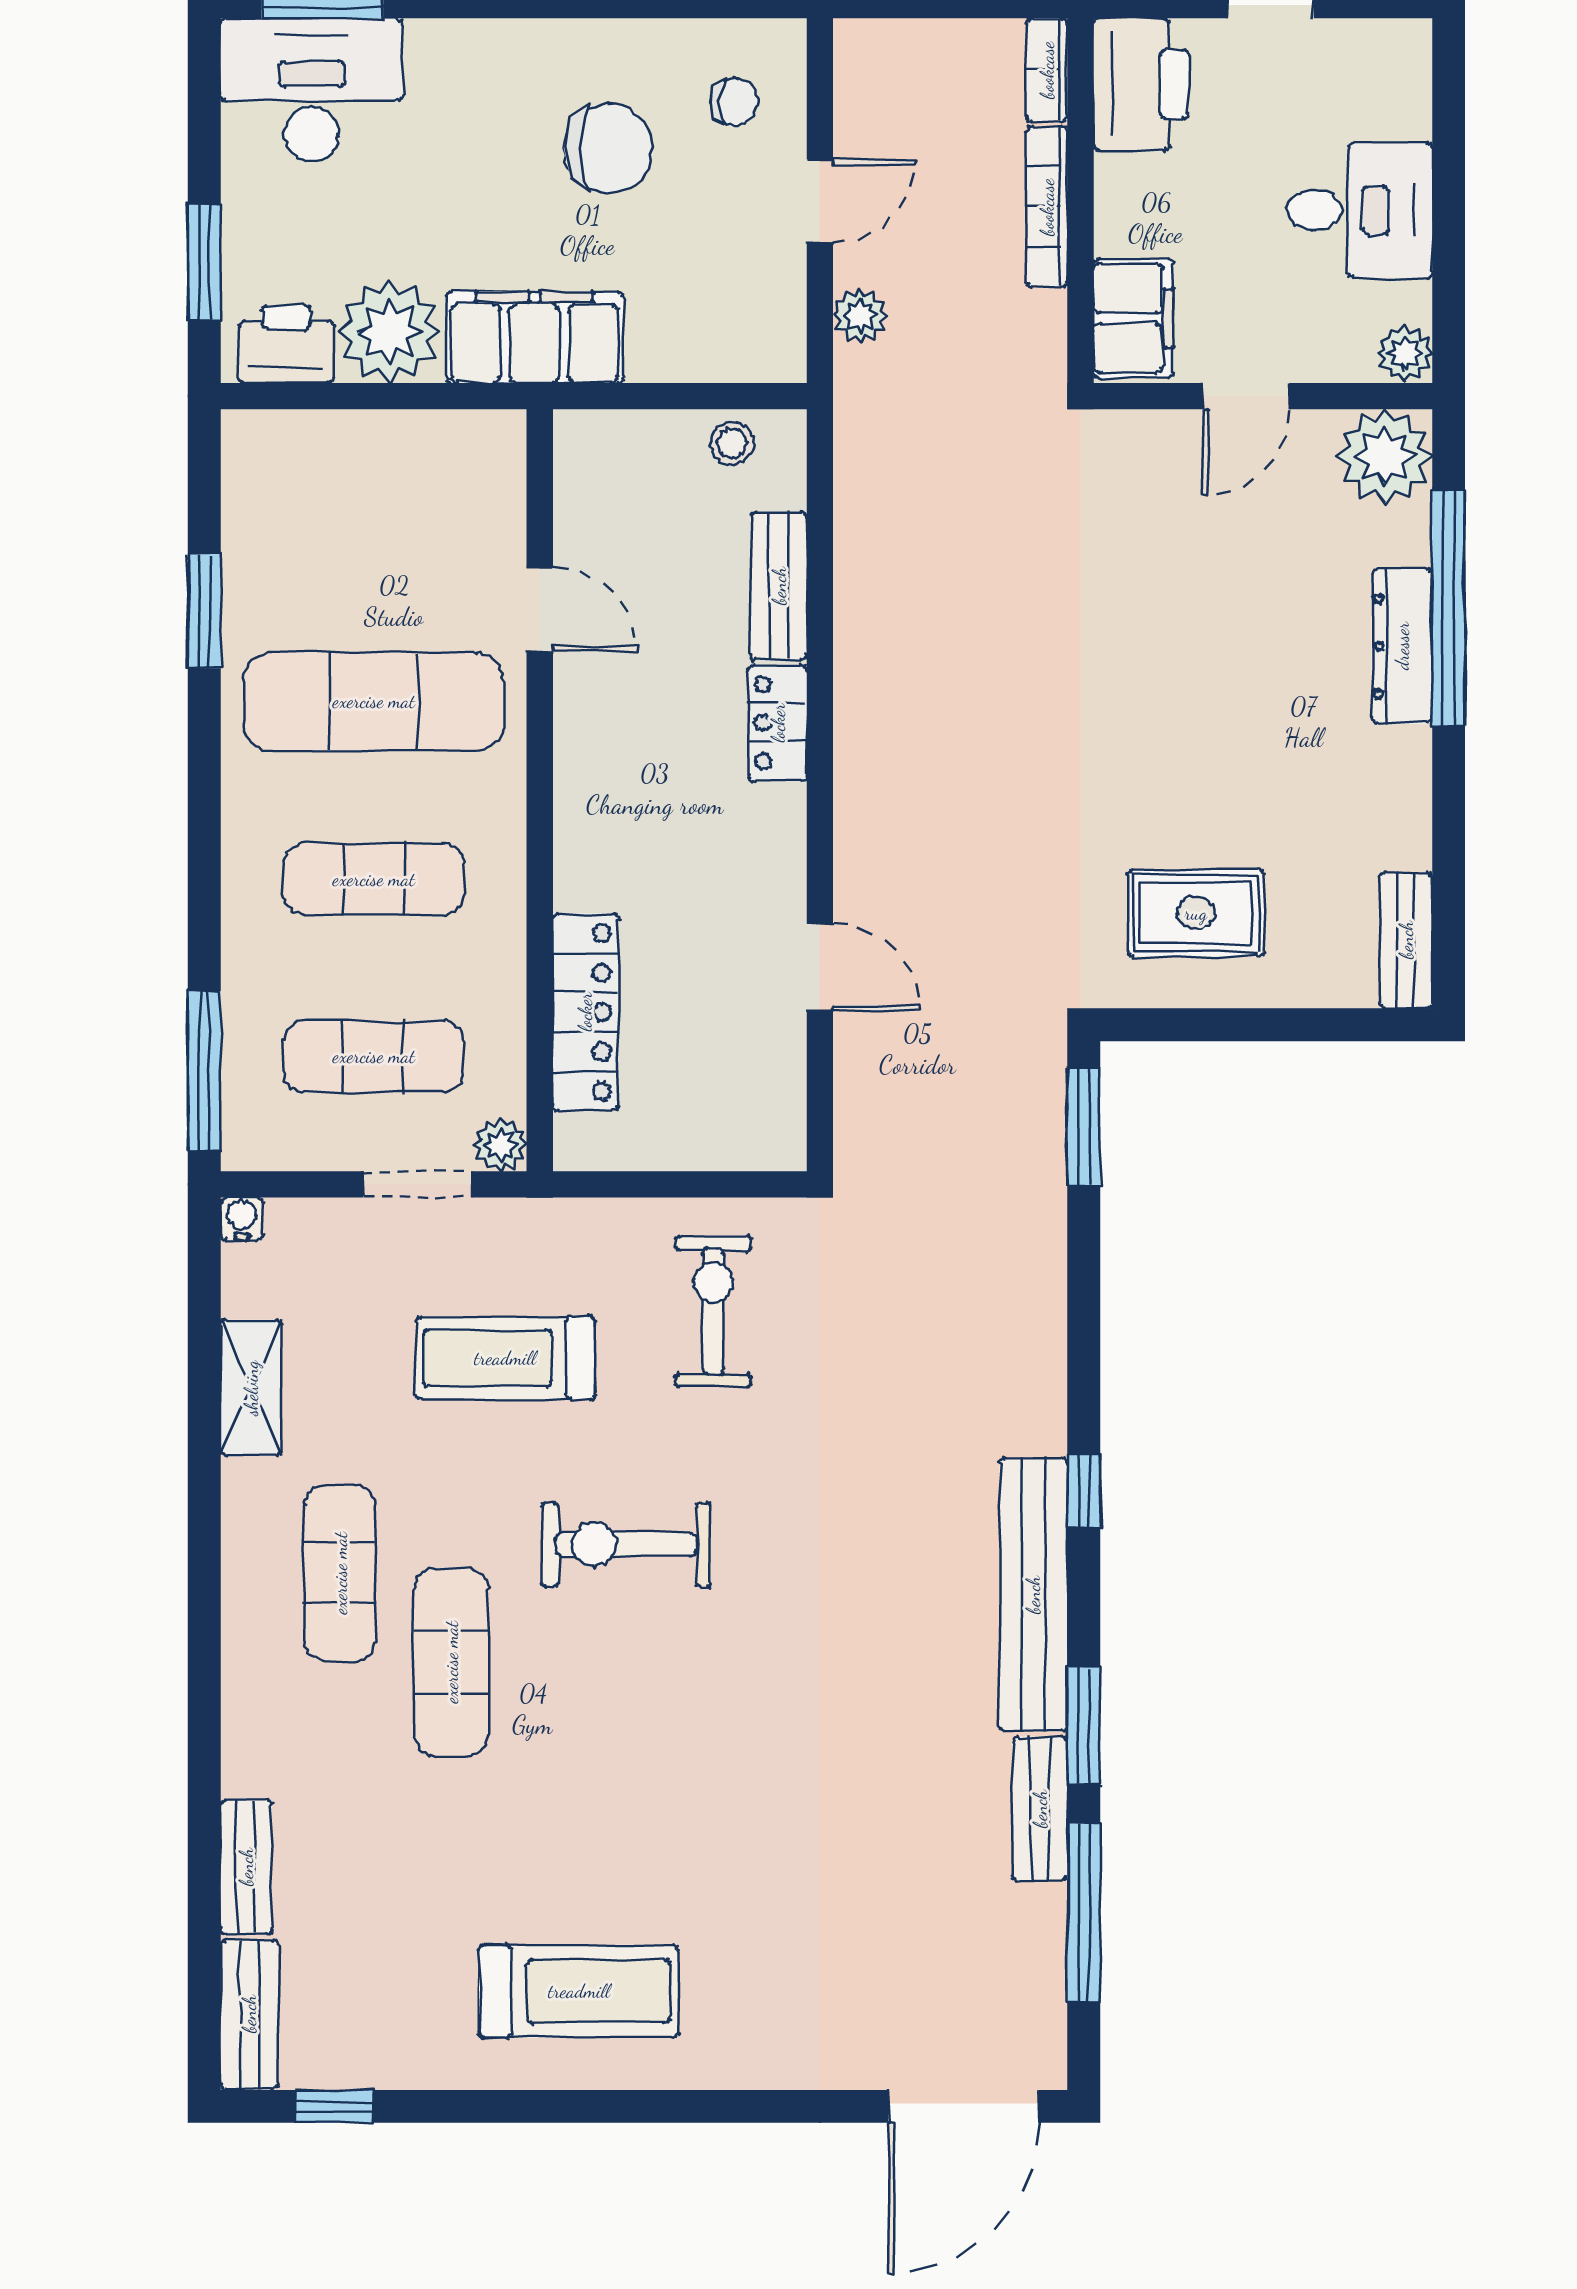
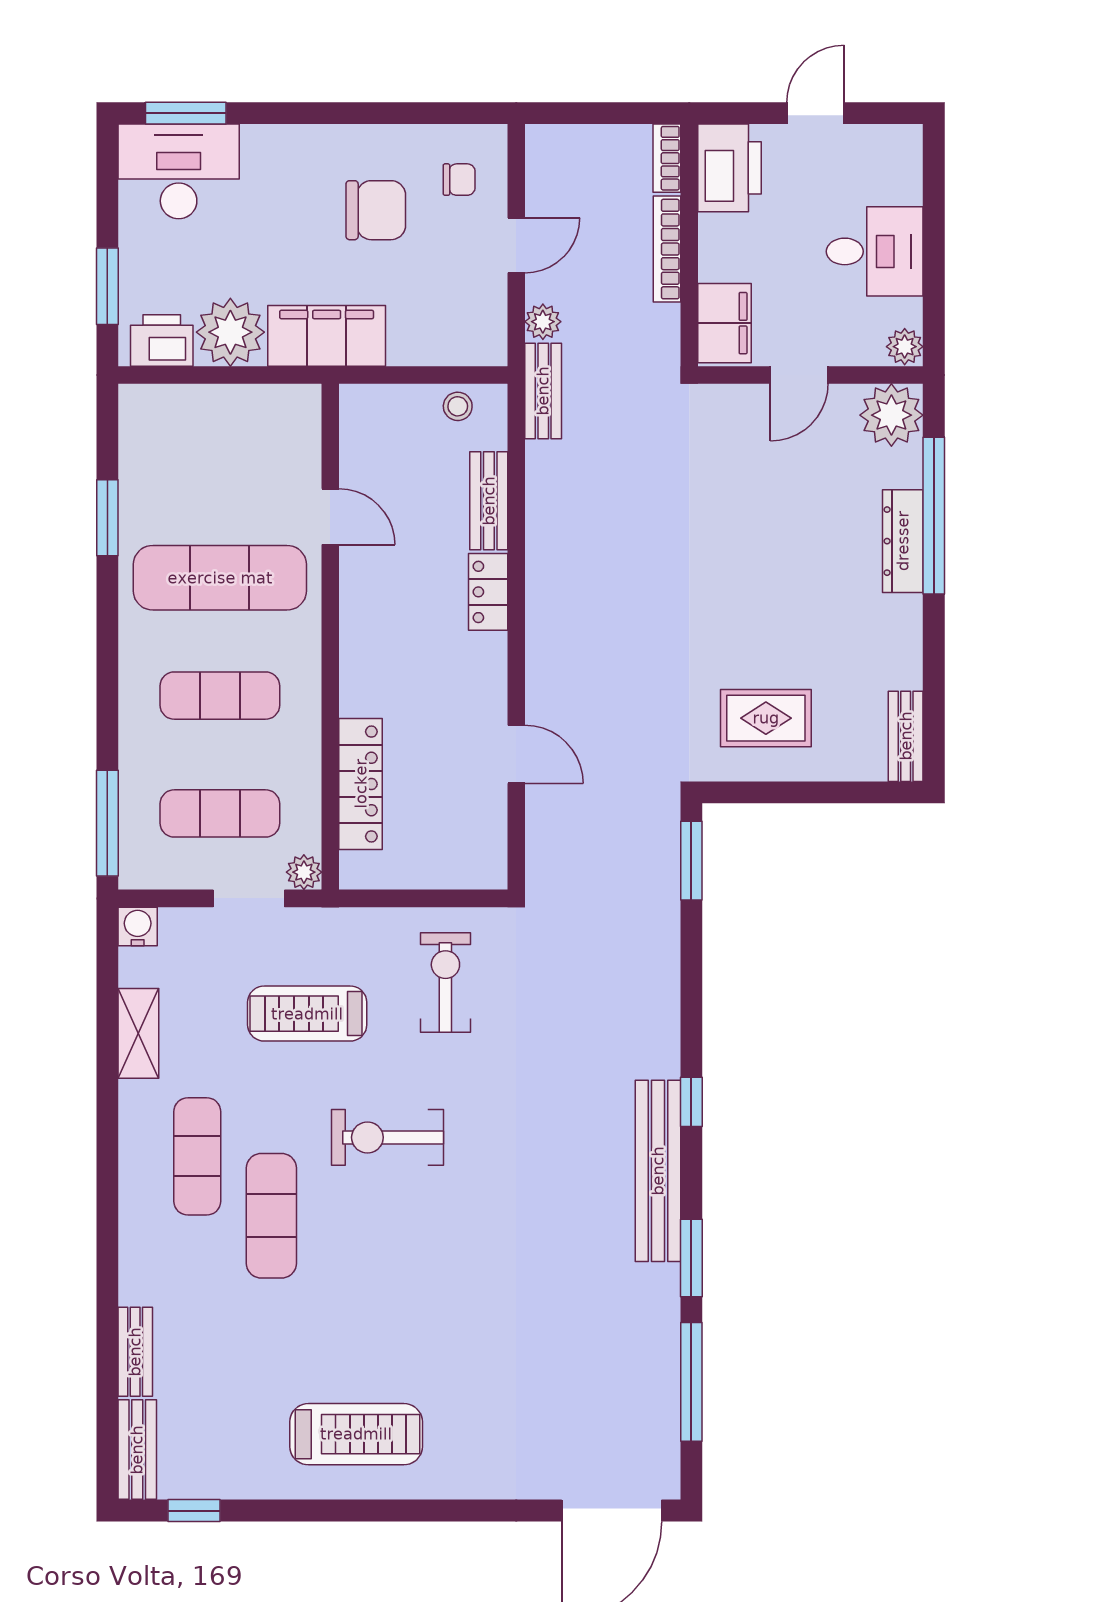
water cooler: (242, 1219) -> (138, 926), width x1.38, depth x1.38
bench: (1040, 1809) -> (543, 391), moved

